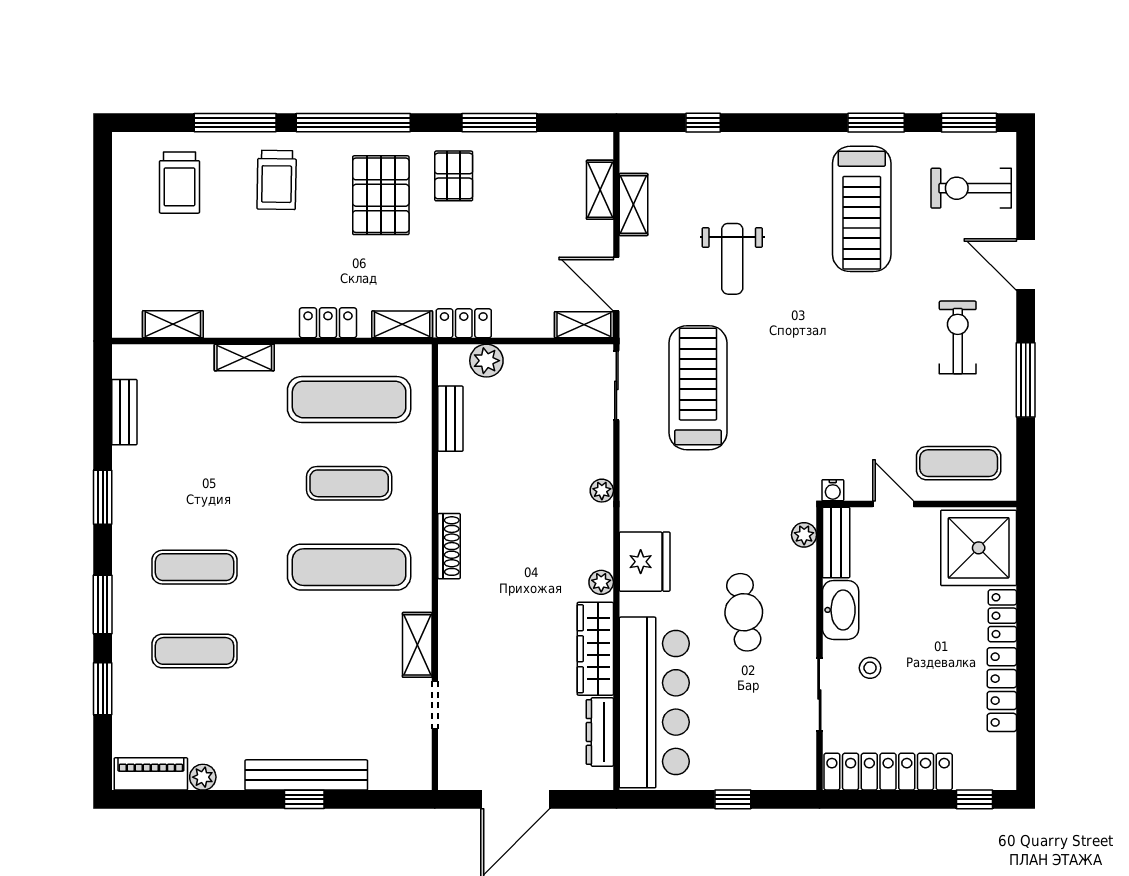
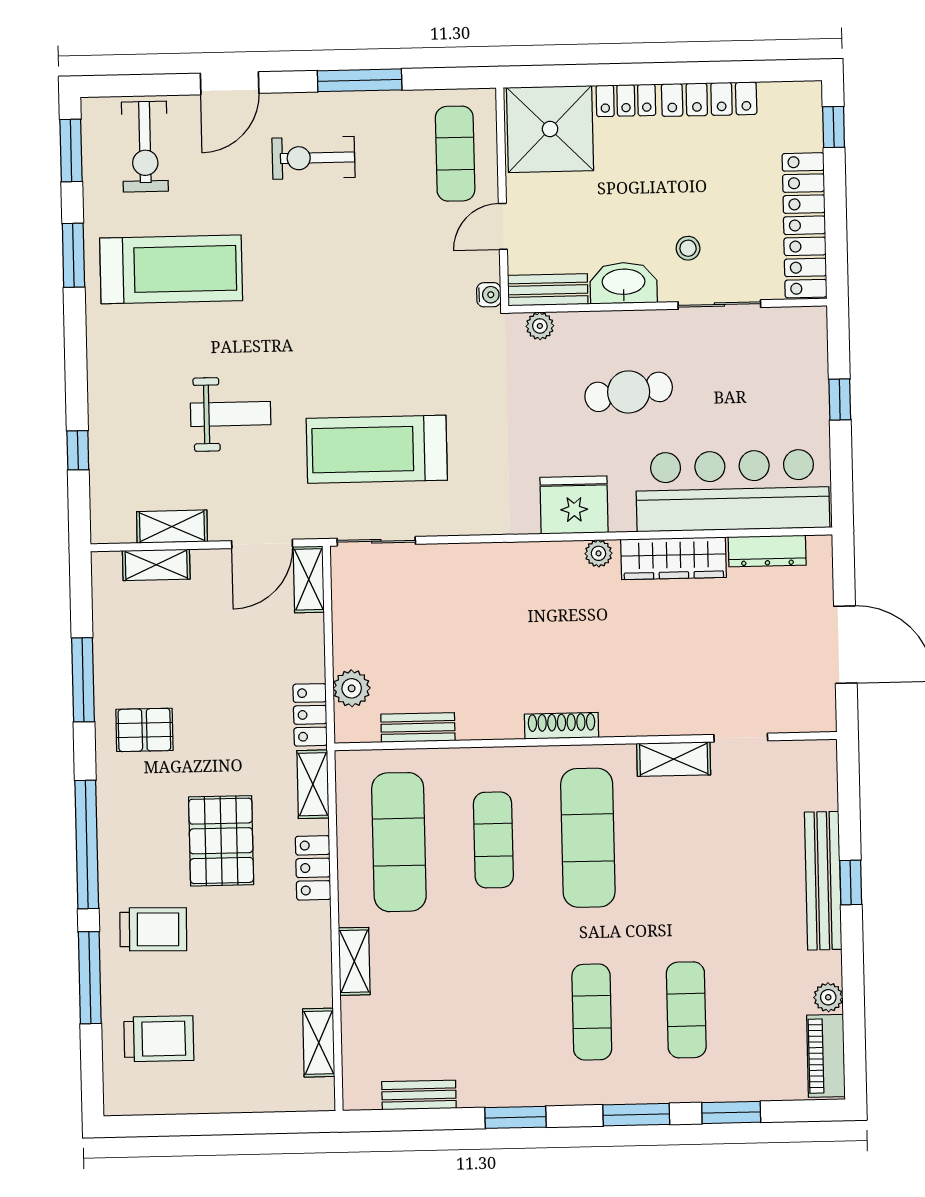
pallet: (381, 195) -> (221, 841), moved, turned 90
plant: (602, 491) -> (495, 555), removed

